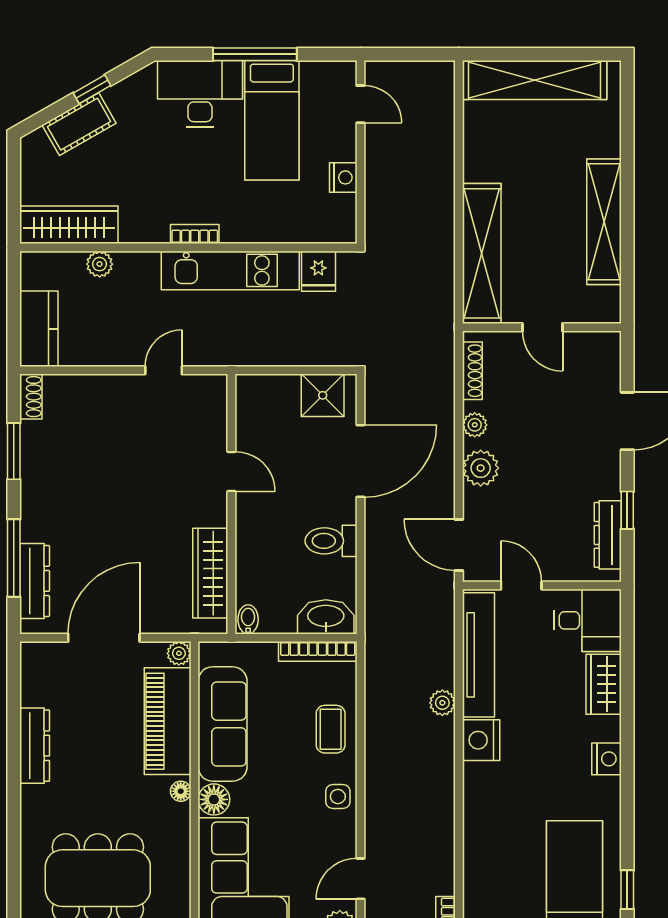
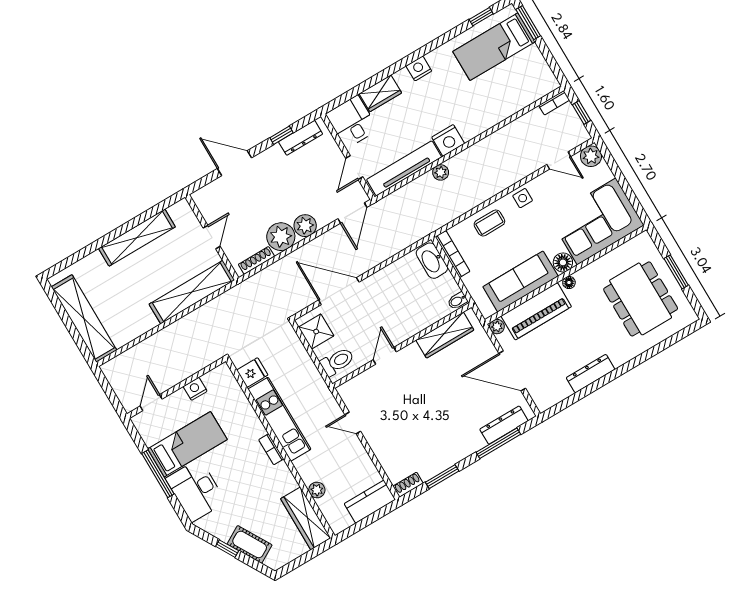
plant: (475, 425) -> (281, 237), width x1.88, depth x1.88
toilet: (331, 541) -> (337, 362), moved, turned -90

